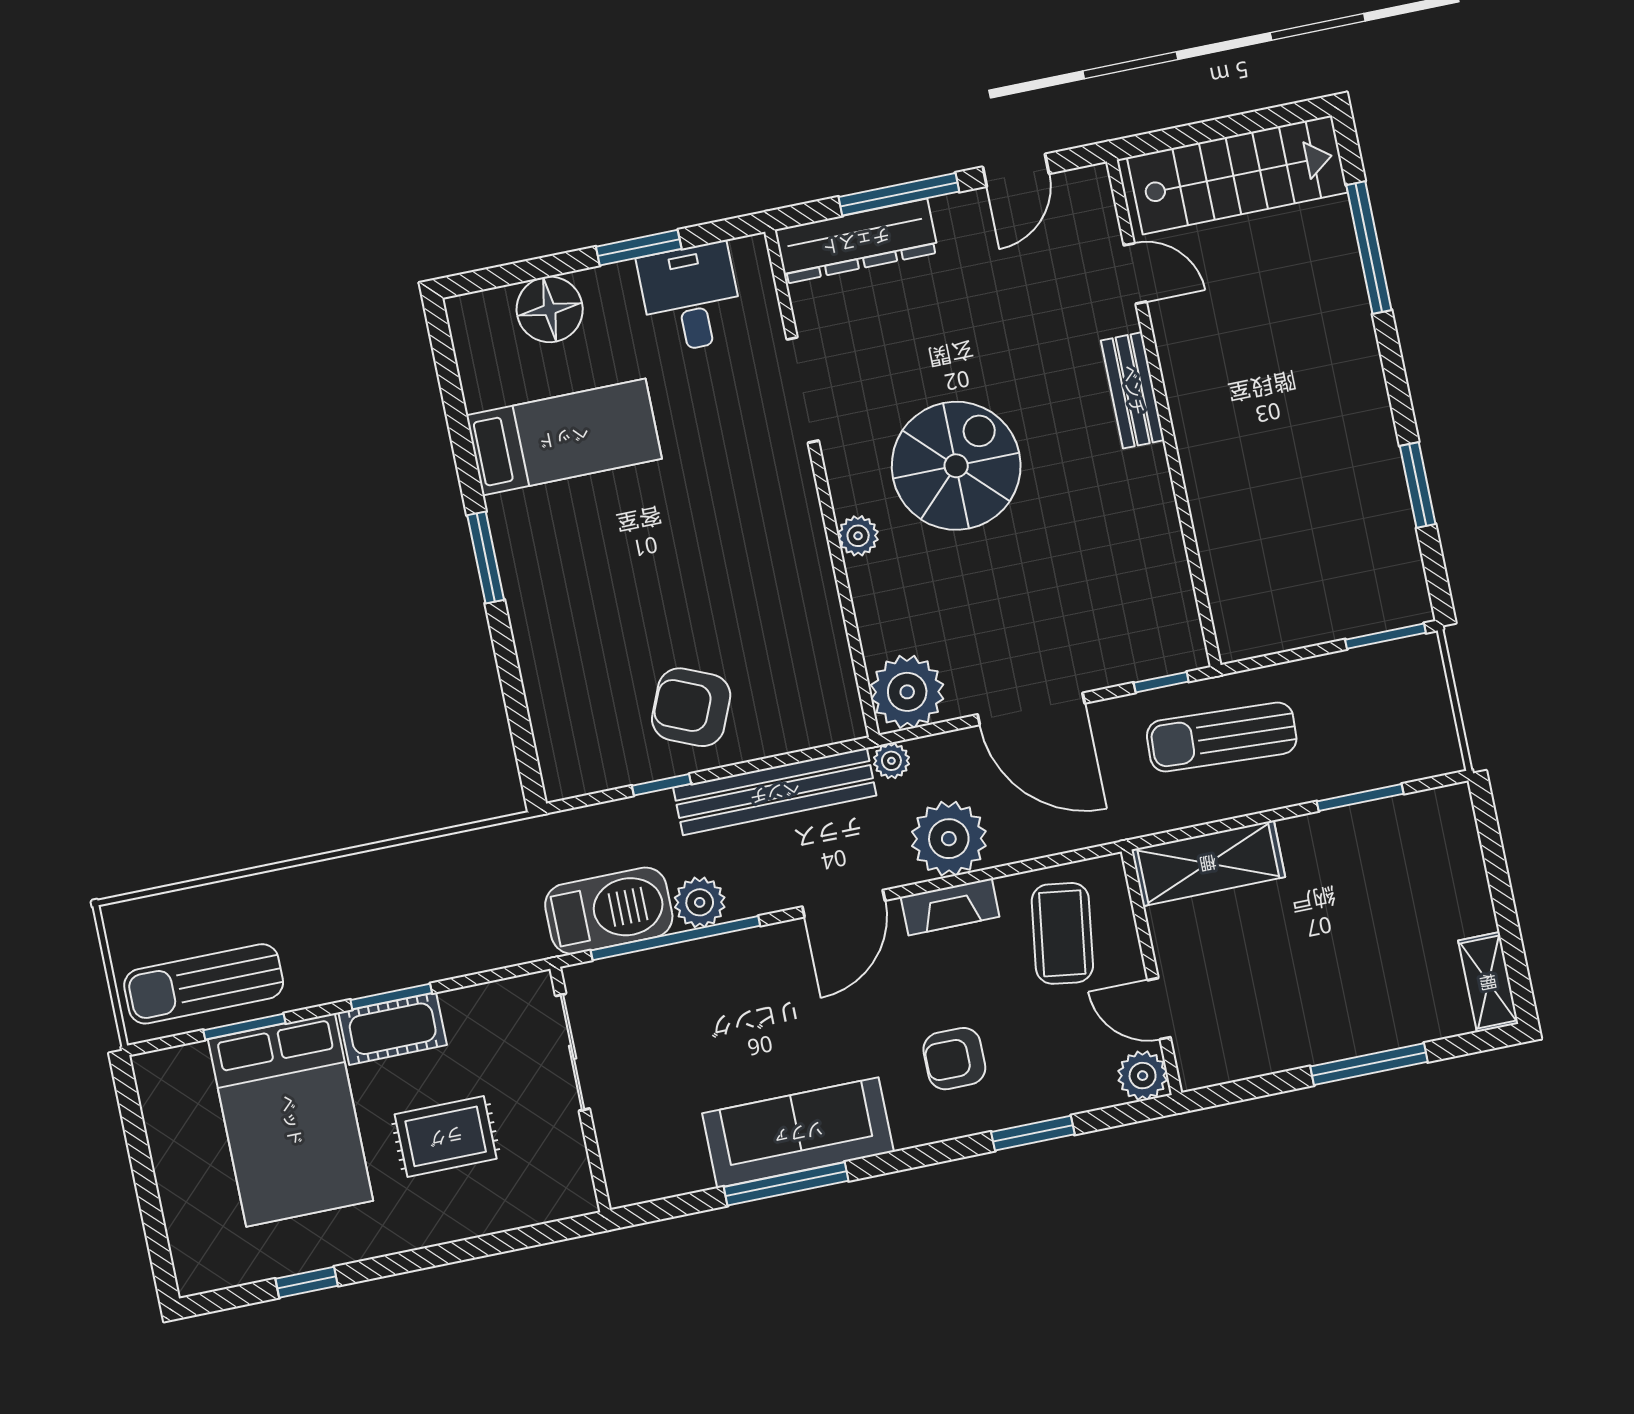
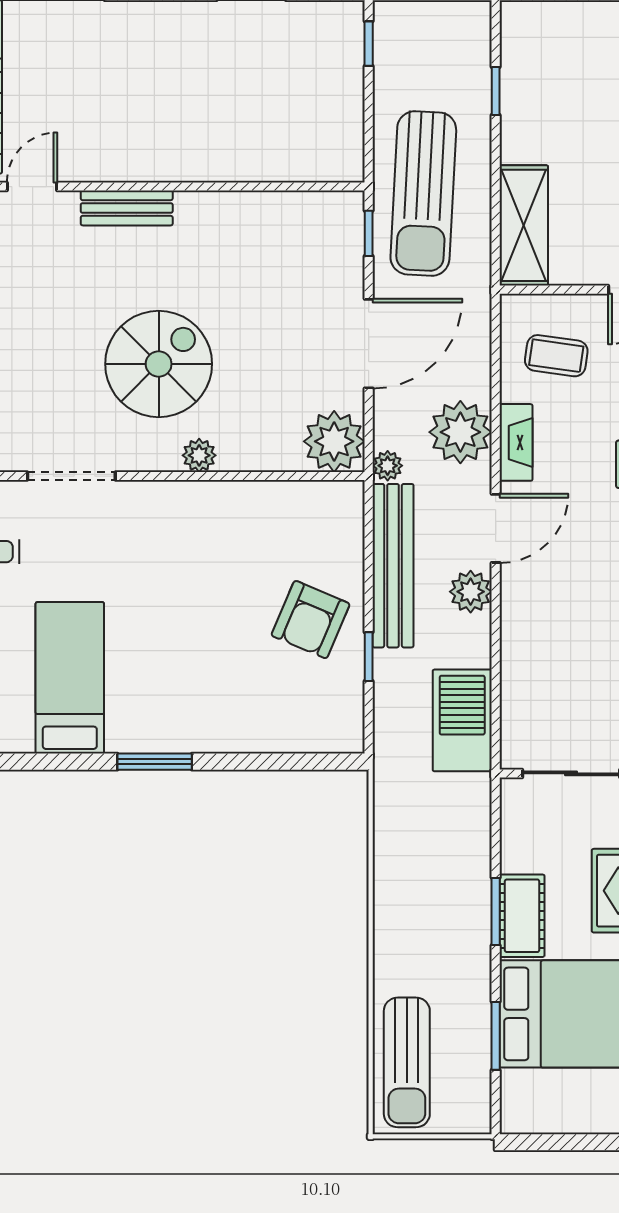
spiral stairs: (956, 466) -> (159, 364), turned 90
window: (1385, 636) -> (369, 44), width x0.67
sun lounger: (1222, 737) -> (423, 193), width x1.36, depth x1.34
window: (1360, 798) -> (496, 91), width x0.67
plant: (700, 902) -> (471, 592), moved
door: (844, 904) -> (496, 528), hinge flipped
coffee table: (1062, 933) -> (556, 356), width x0.73, depth x0.77
window: (675, 938) -> (496, 671), removed
sun lounger: (204, 984) -> (407, 1062), moved

